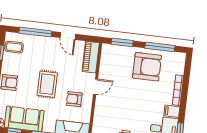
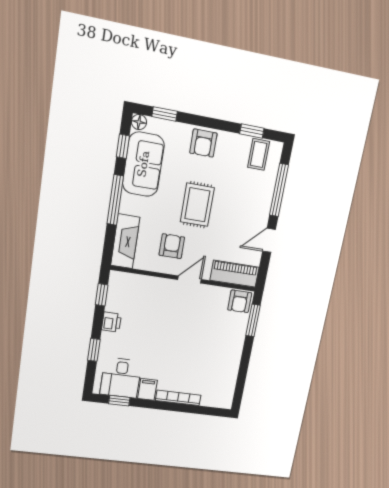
window: (160, 47) -> (242, 373), removed
armchair: (147, 67) -> (240, 301), moved, width x0.53, depth x0.53
rug: (47, 84) -> (197, 205), turned 90
door: (96, 87) -> (189, 279), swing flipped

